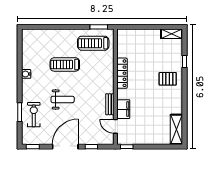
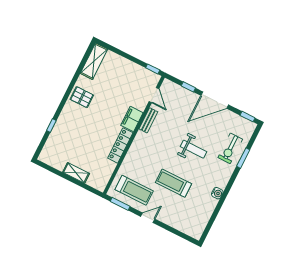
door: (71, 27) -> (148, 218), added
shelving: (172, 34) -> (76, 173), moved
treadmill: (65, 64) -> (173, 183), turned 180
pallet: (168, 79) -> (82, 97), moved
weight bench: (63, 99) -> (193, 149), turned 180
filing cabinet: (123, 109) -> (132, 119), moved

